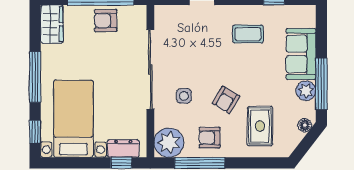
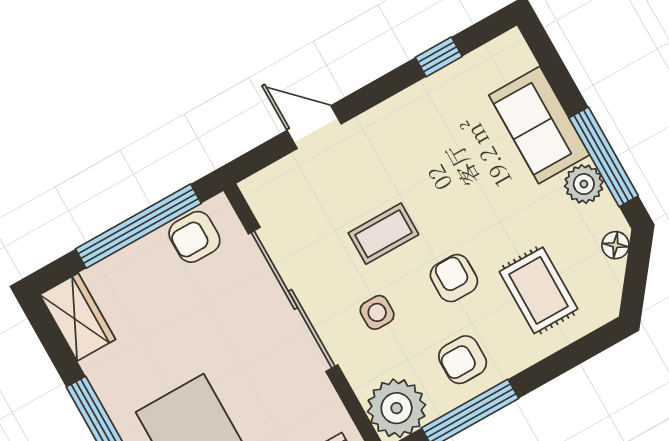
armchair: (106, 21) -> (194, 237), moved
coffee table: (248, 34) -> (383, 234), moved
armchair: (226, 100) -> (454, 278), turned 149

